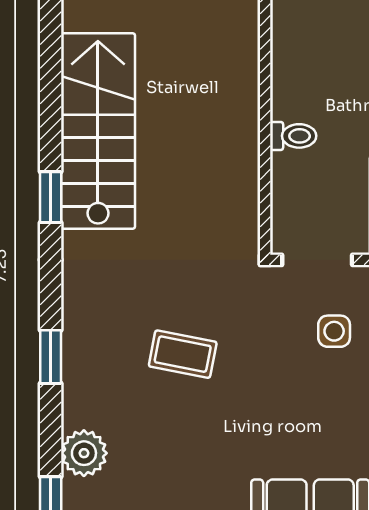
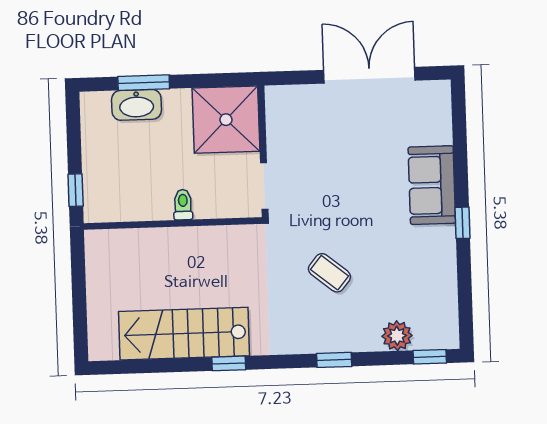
side table: (334, 331) -> (311, 173), removed
coffee table: (183, 354) -> (329, 273), turned -62

